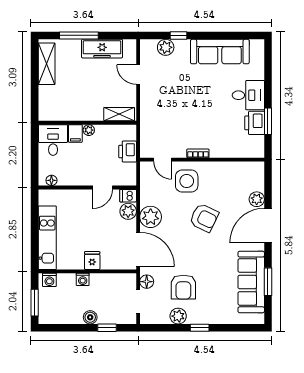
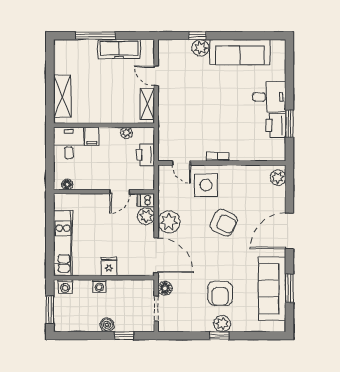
plant: (166, 47) -> (201, 48), moved
shelving: (47, 64) -> (62, 96), moved
shelving: (119, 114) -> (147, 104), moved, turned 90
plant: (89, 130) -> (127, 133), moved
plant: (257, 199) -> (278, 178), moved
armchair: (183, 287) -> (220, 293), moved
plant: (178, 316) -> (222, 324), moved

